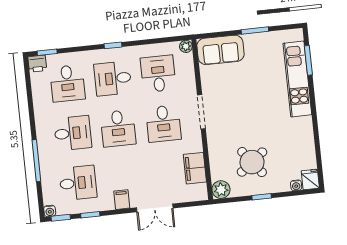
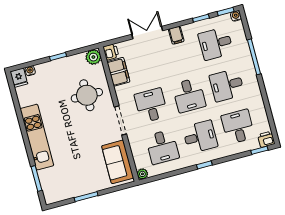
sofa: (220, 50) -> (118, 162), moved, turned -90
kitchen unit: (297, 79) -> (37, 137), moved
desk: (118, 128) -> (189, 95), turned 180
round table: (252, 162) -> (87, 95), moved, turned 38
printer: (200, 192) -> (111, 52), added

